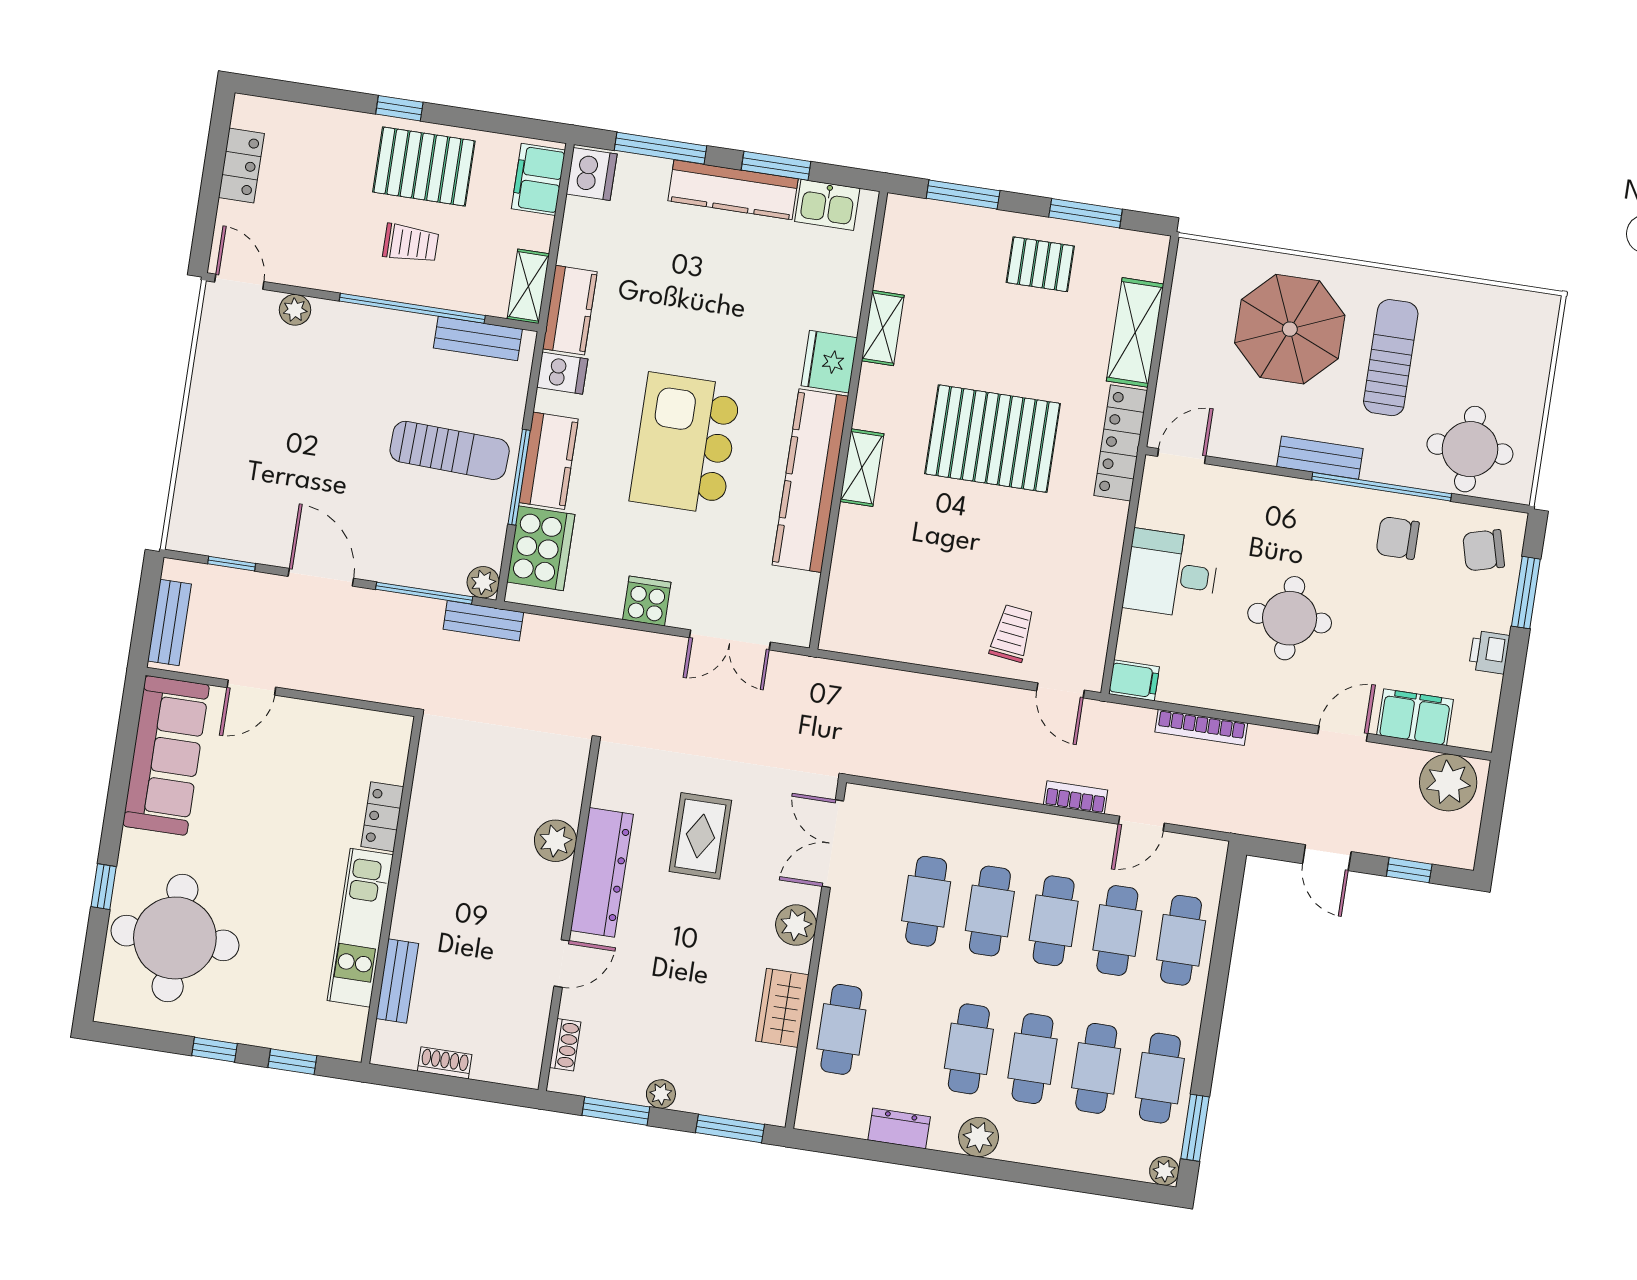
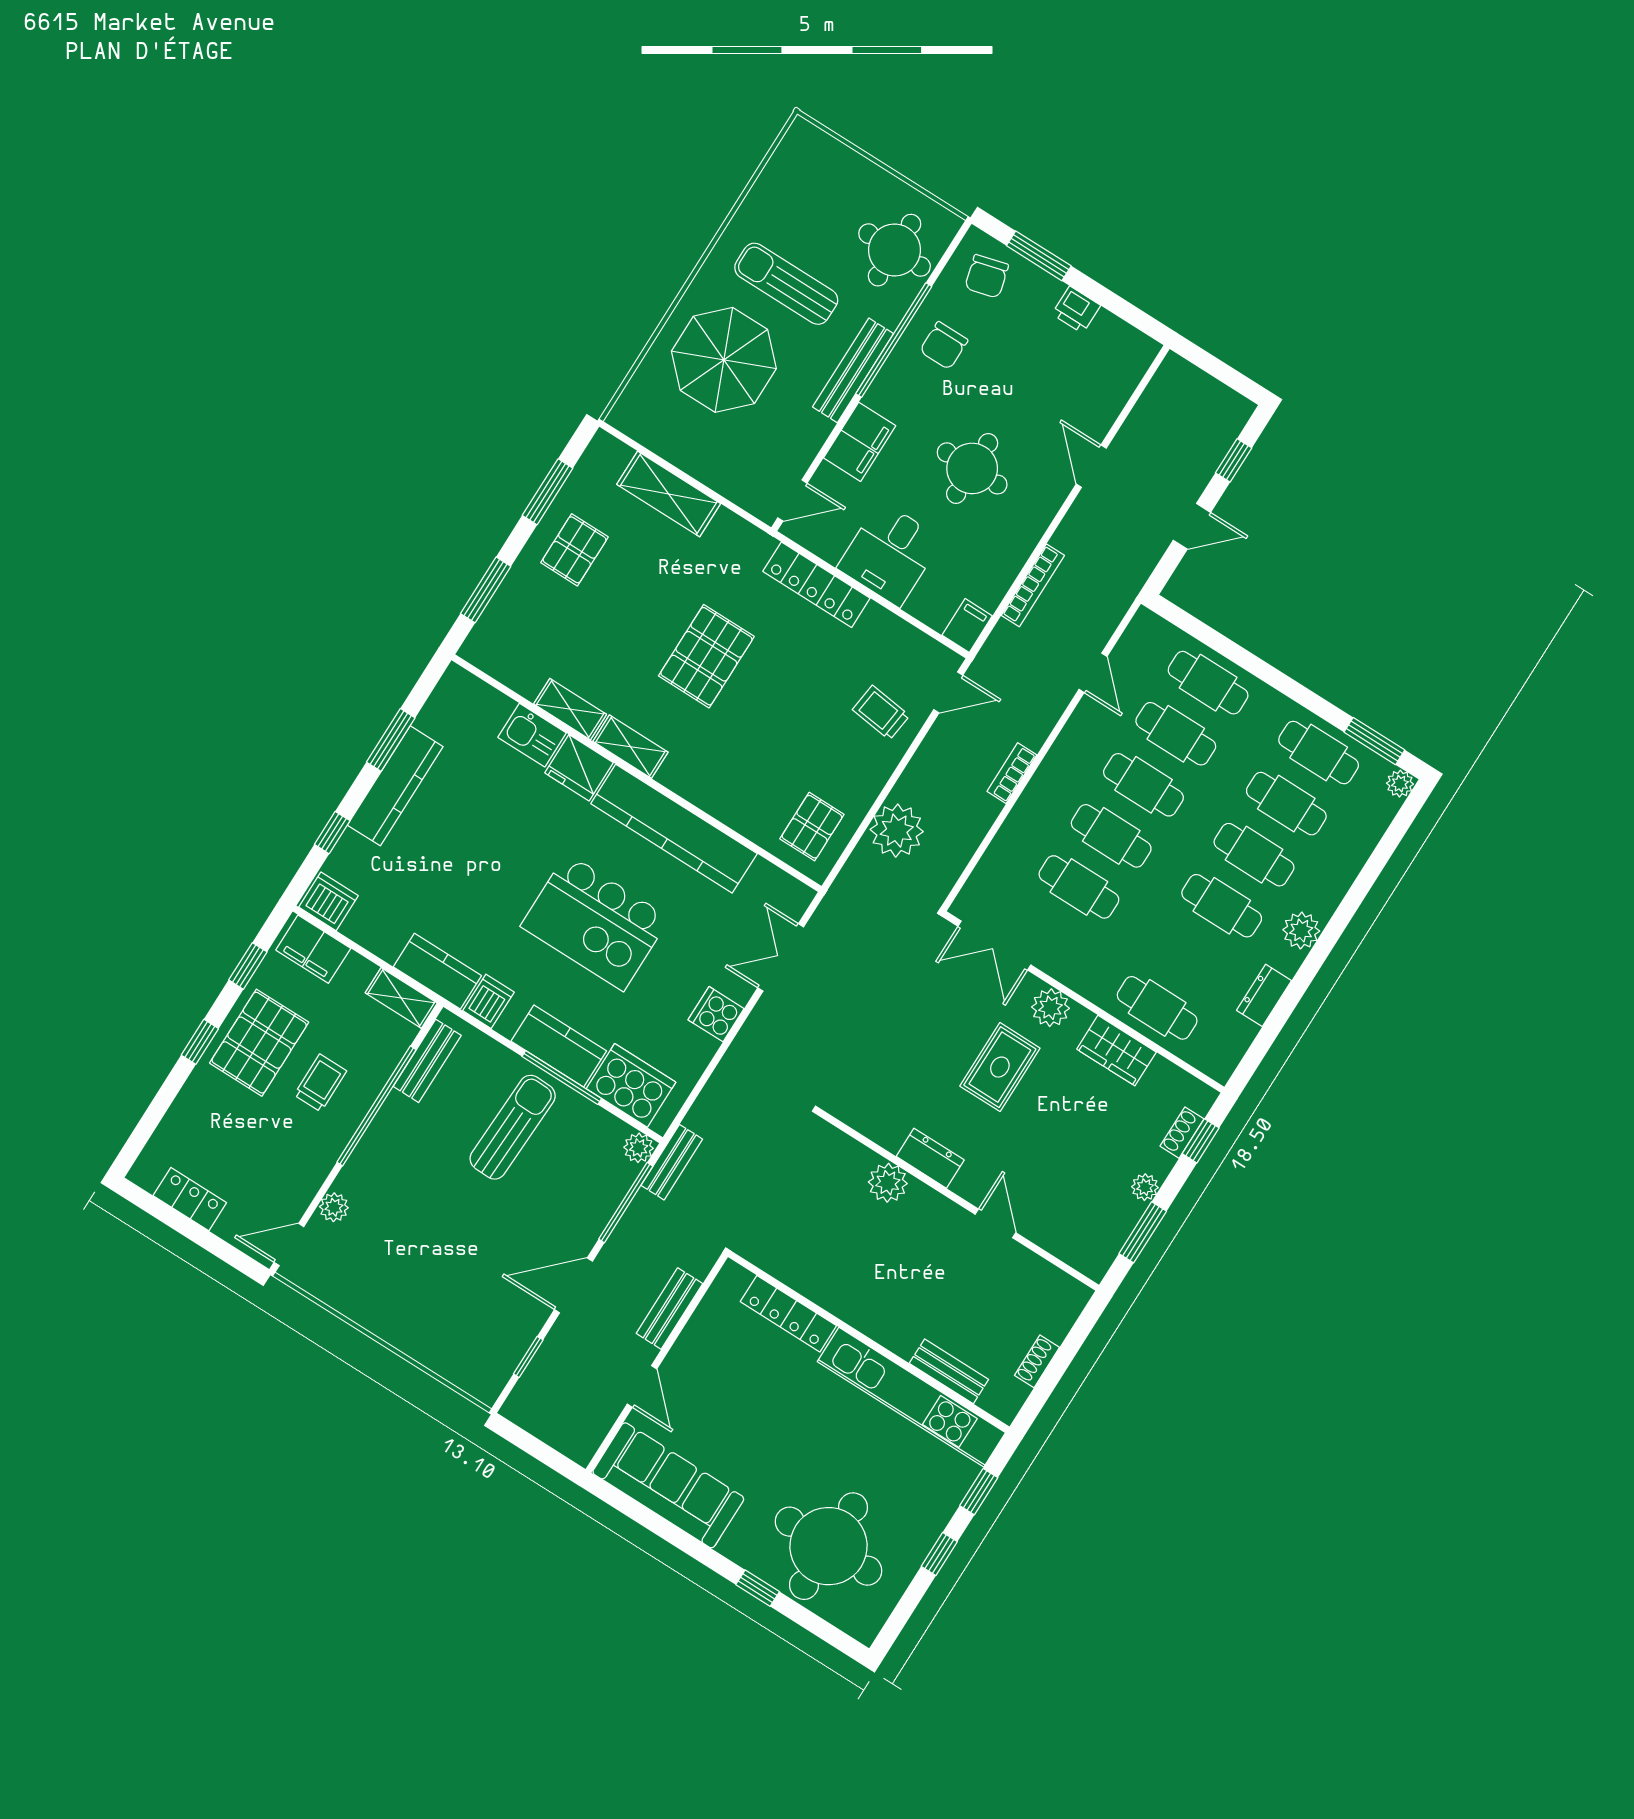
window: (494, 123) -> (248, 966), added
window: (660, 148) -> (332, 833), width x0.46
kitchen sink: (827, 205) -> (532, 735), moved, turned 90
pallet: (993, 439) -> (706, 656), width x0.73, depth x0.71
locker: (1121, 443) -> (816, 585), moved
door: (1182, 456) -> (792, 500), swing flipped
bench: (1320, 458) -> (853, 370), width x1.36
shelving: (862, 468) -> (630, 747), moved
pallet: (871, 615) -> (812, 827), added
bench: (169, 623) -> (669, 1308), moved, turned 90
double door: (730, 640) -> (781, 957), swing flipped
filing cabinet: (1415, 717) -> (860, 442), moved, turned 180
plant: (1448, 782) -> (897, 831), moved
bookcase: (1076, 797) -> (1012, 773), moved
locker: (382, 817) -> (788, 1314), width x1.53
rug: (700, 836) -> (1000, 1067), moved, turned 90
dresser: (602, 872) -> (930, 1158), width x0.51, depth x0.80
kitchen unit: (360, 928) -> (911, 1397), width x1.36
shoe rack: (565, 1045) -> (1182, 1133), moved, turned -90
window: (730, 1129) -> (1201, 1141), width x0.67

